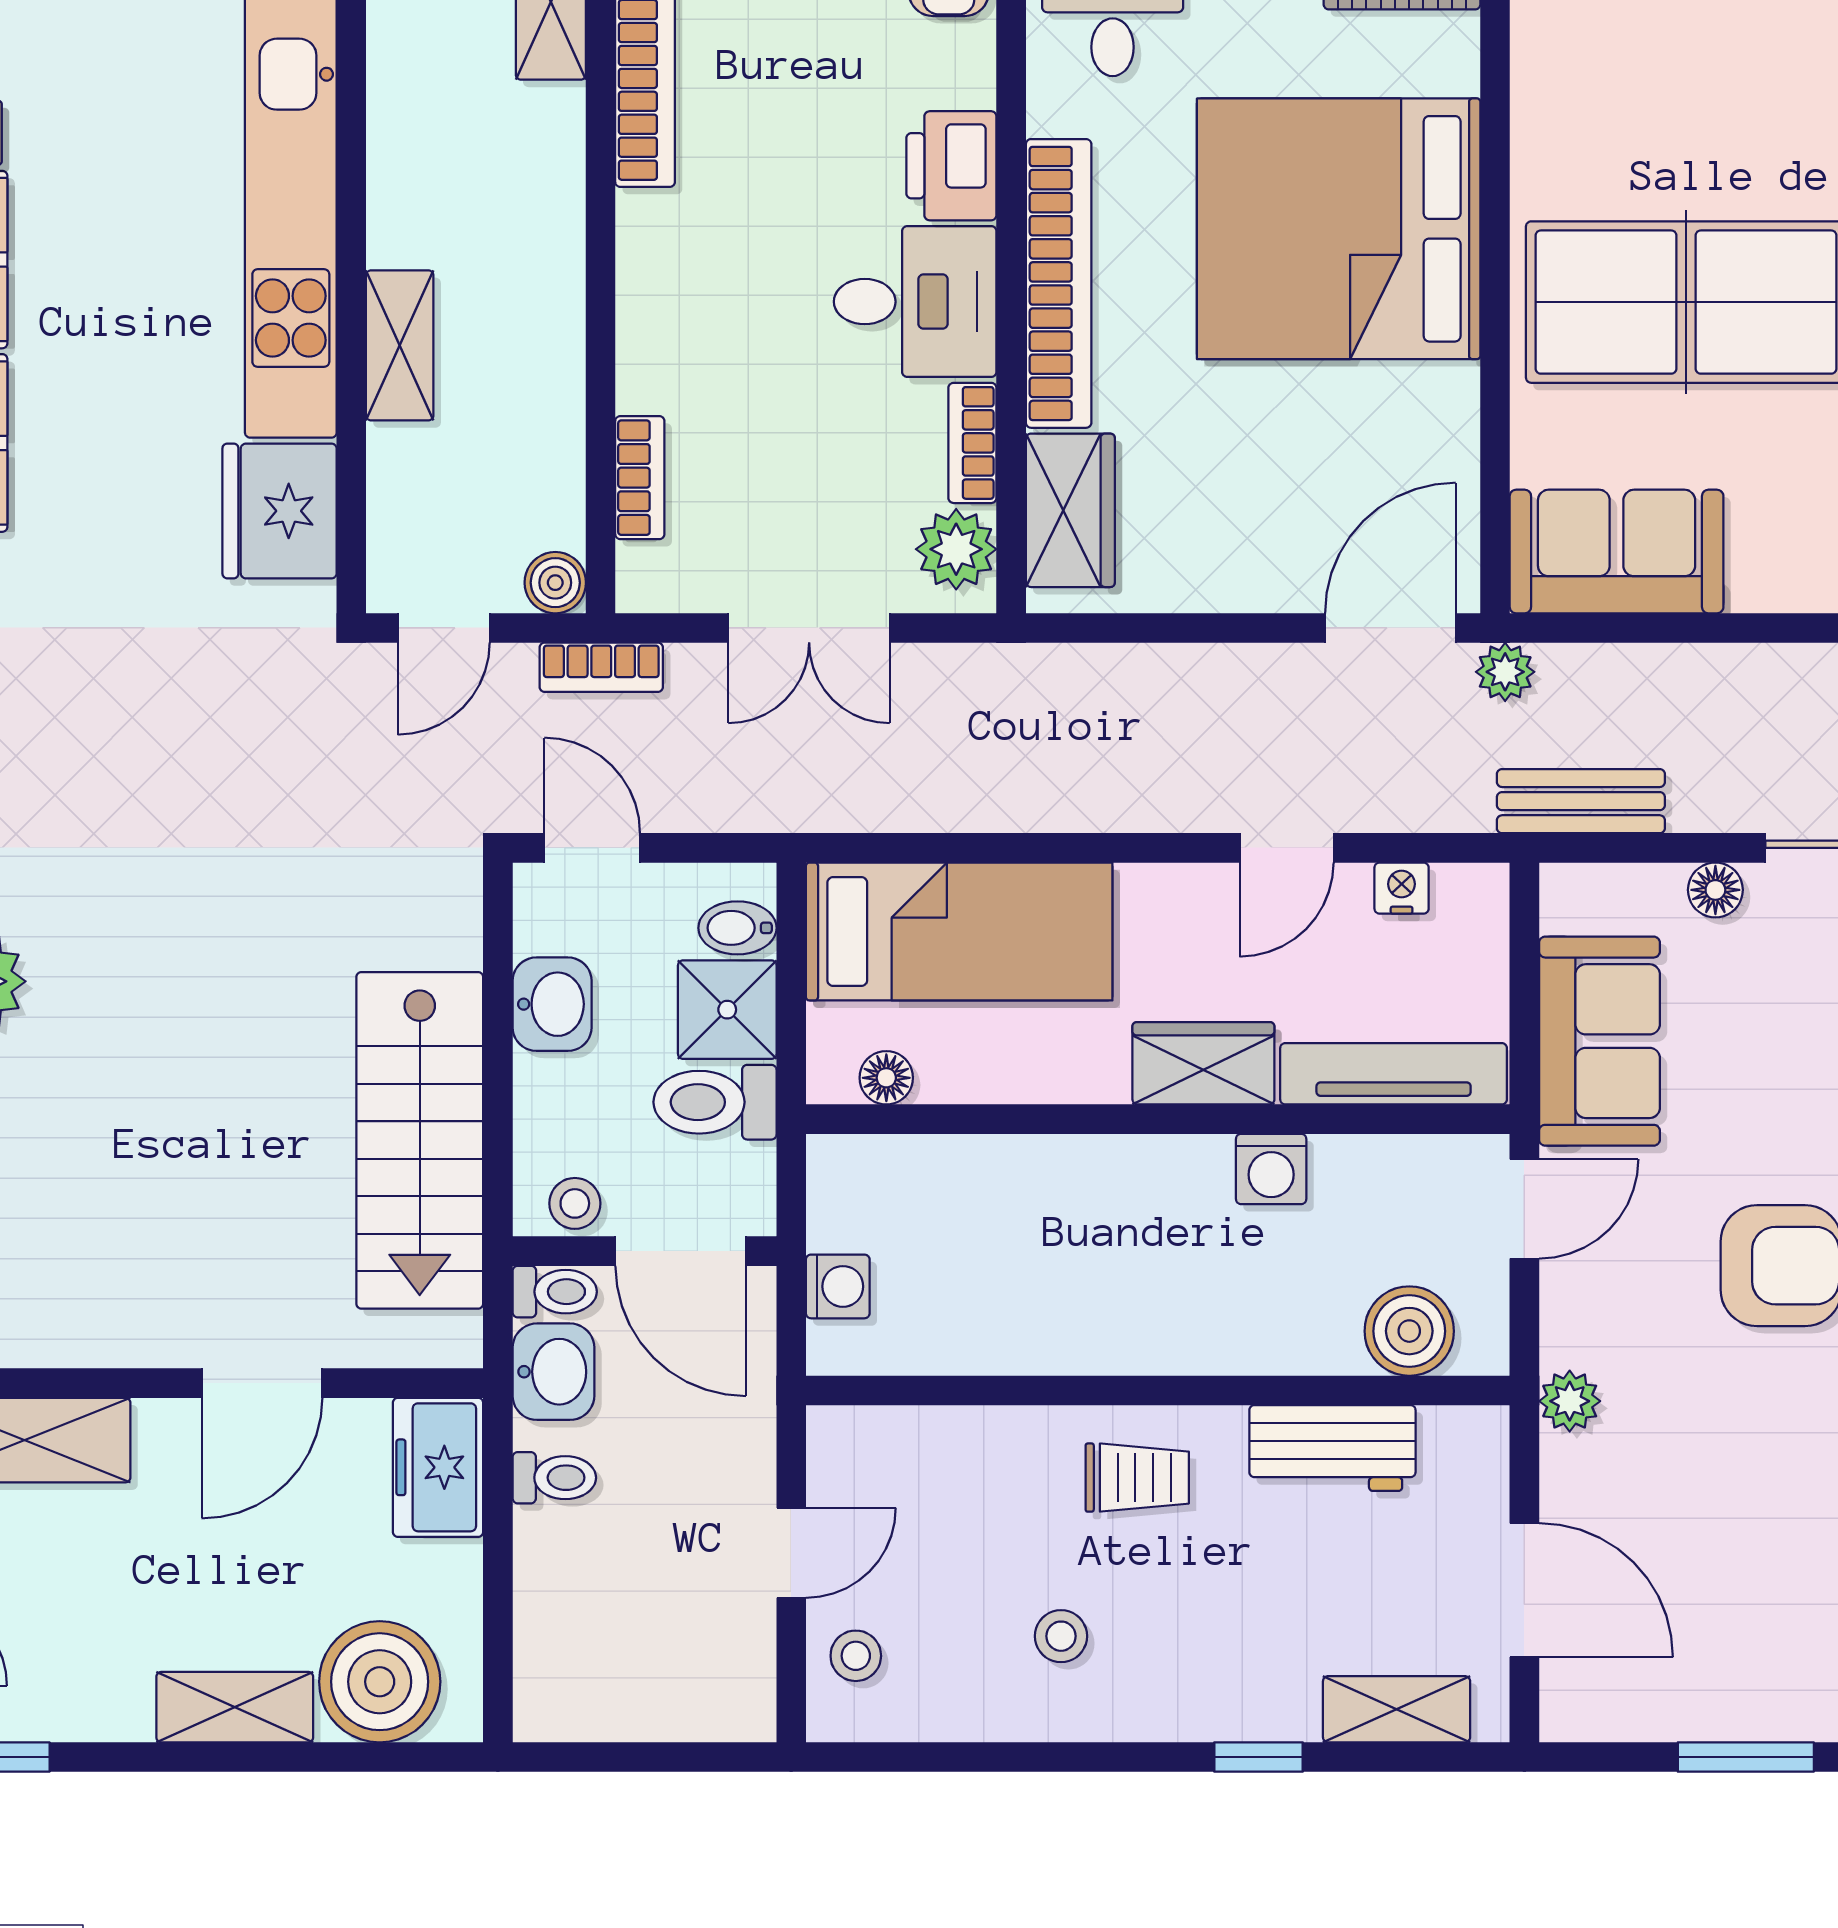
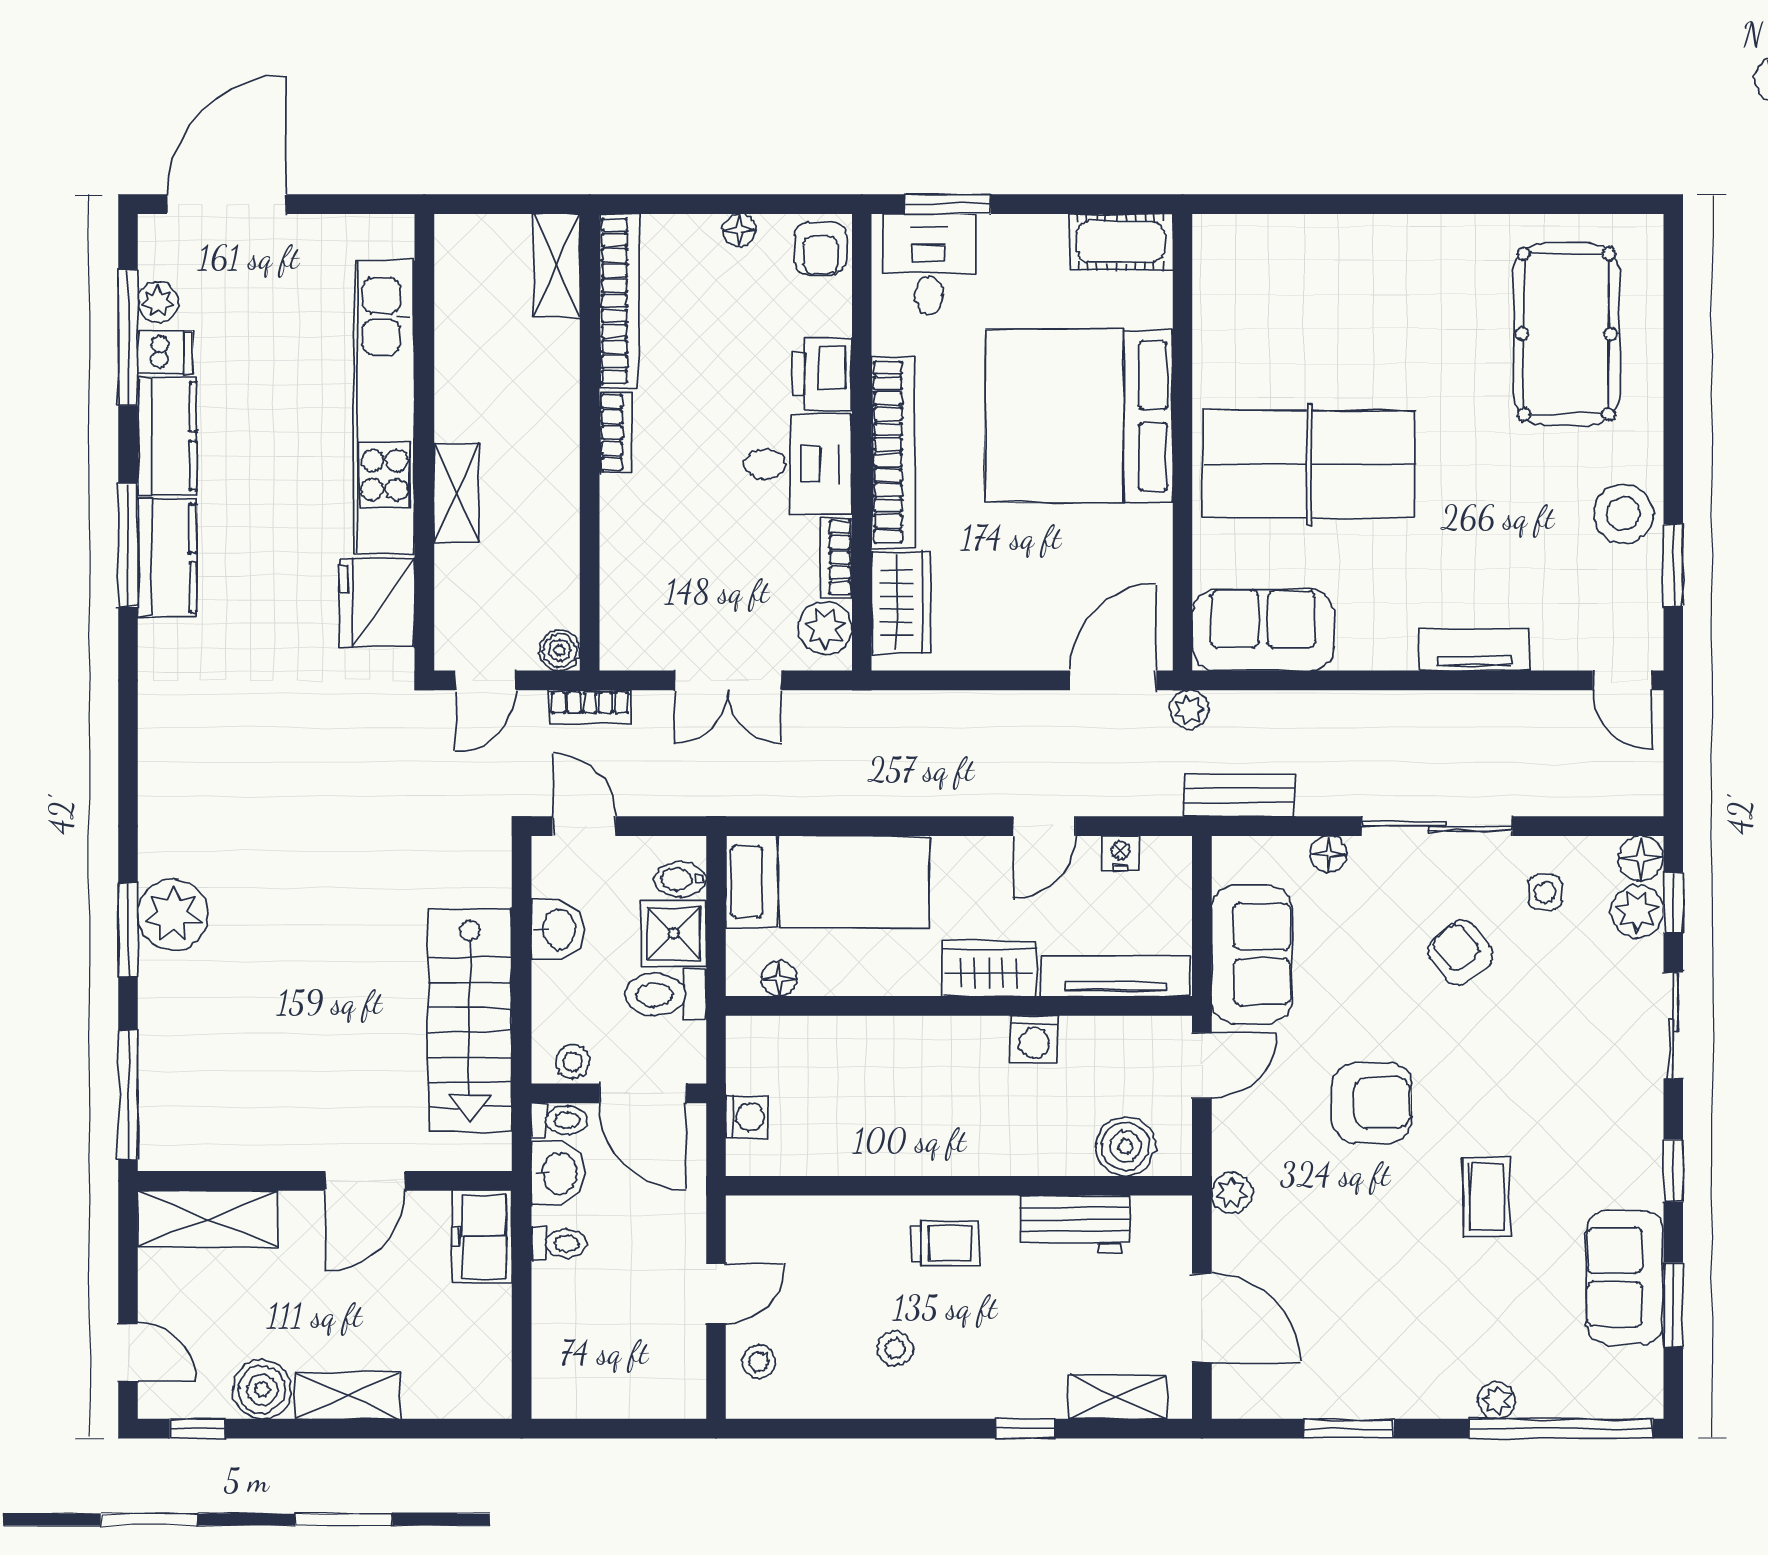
bookcase: (640, 478) -> (616, 433), moved
boiler: (380, 1682) -> (262, 1390), moved, width x0.73, depth x0.73

